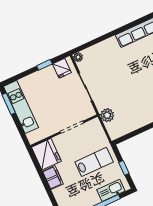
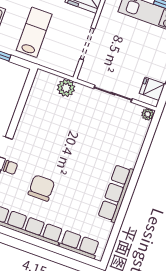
lab bench: (94, 162) -> (34, 32), turned 180

